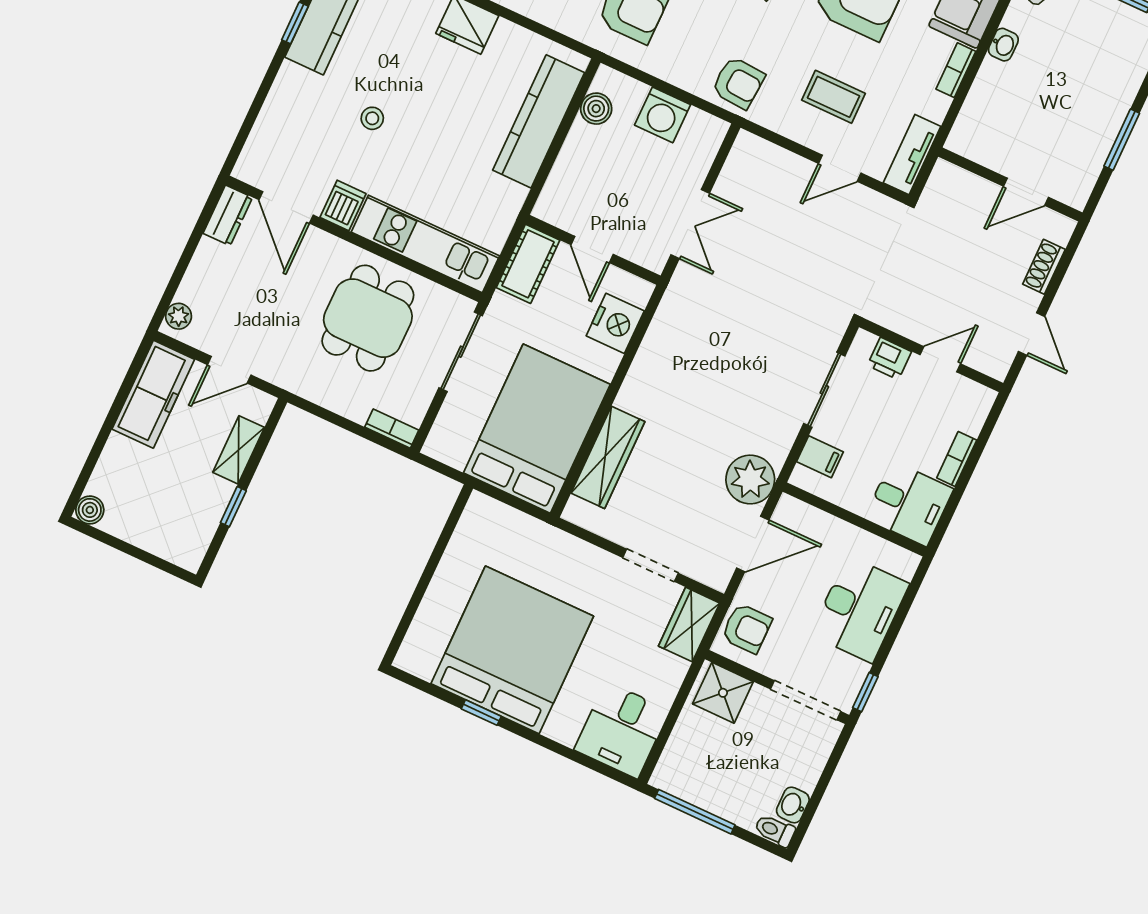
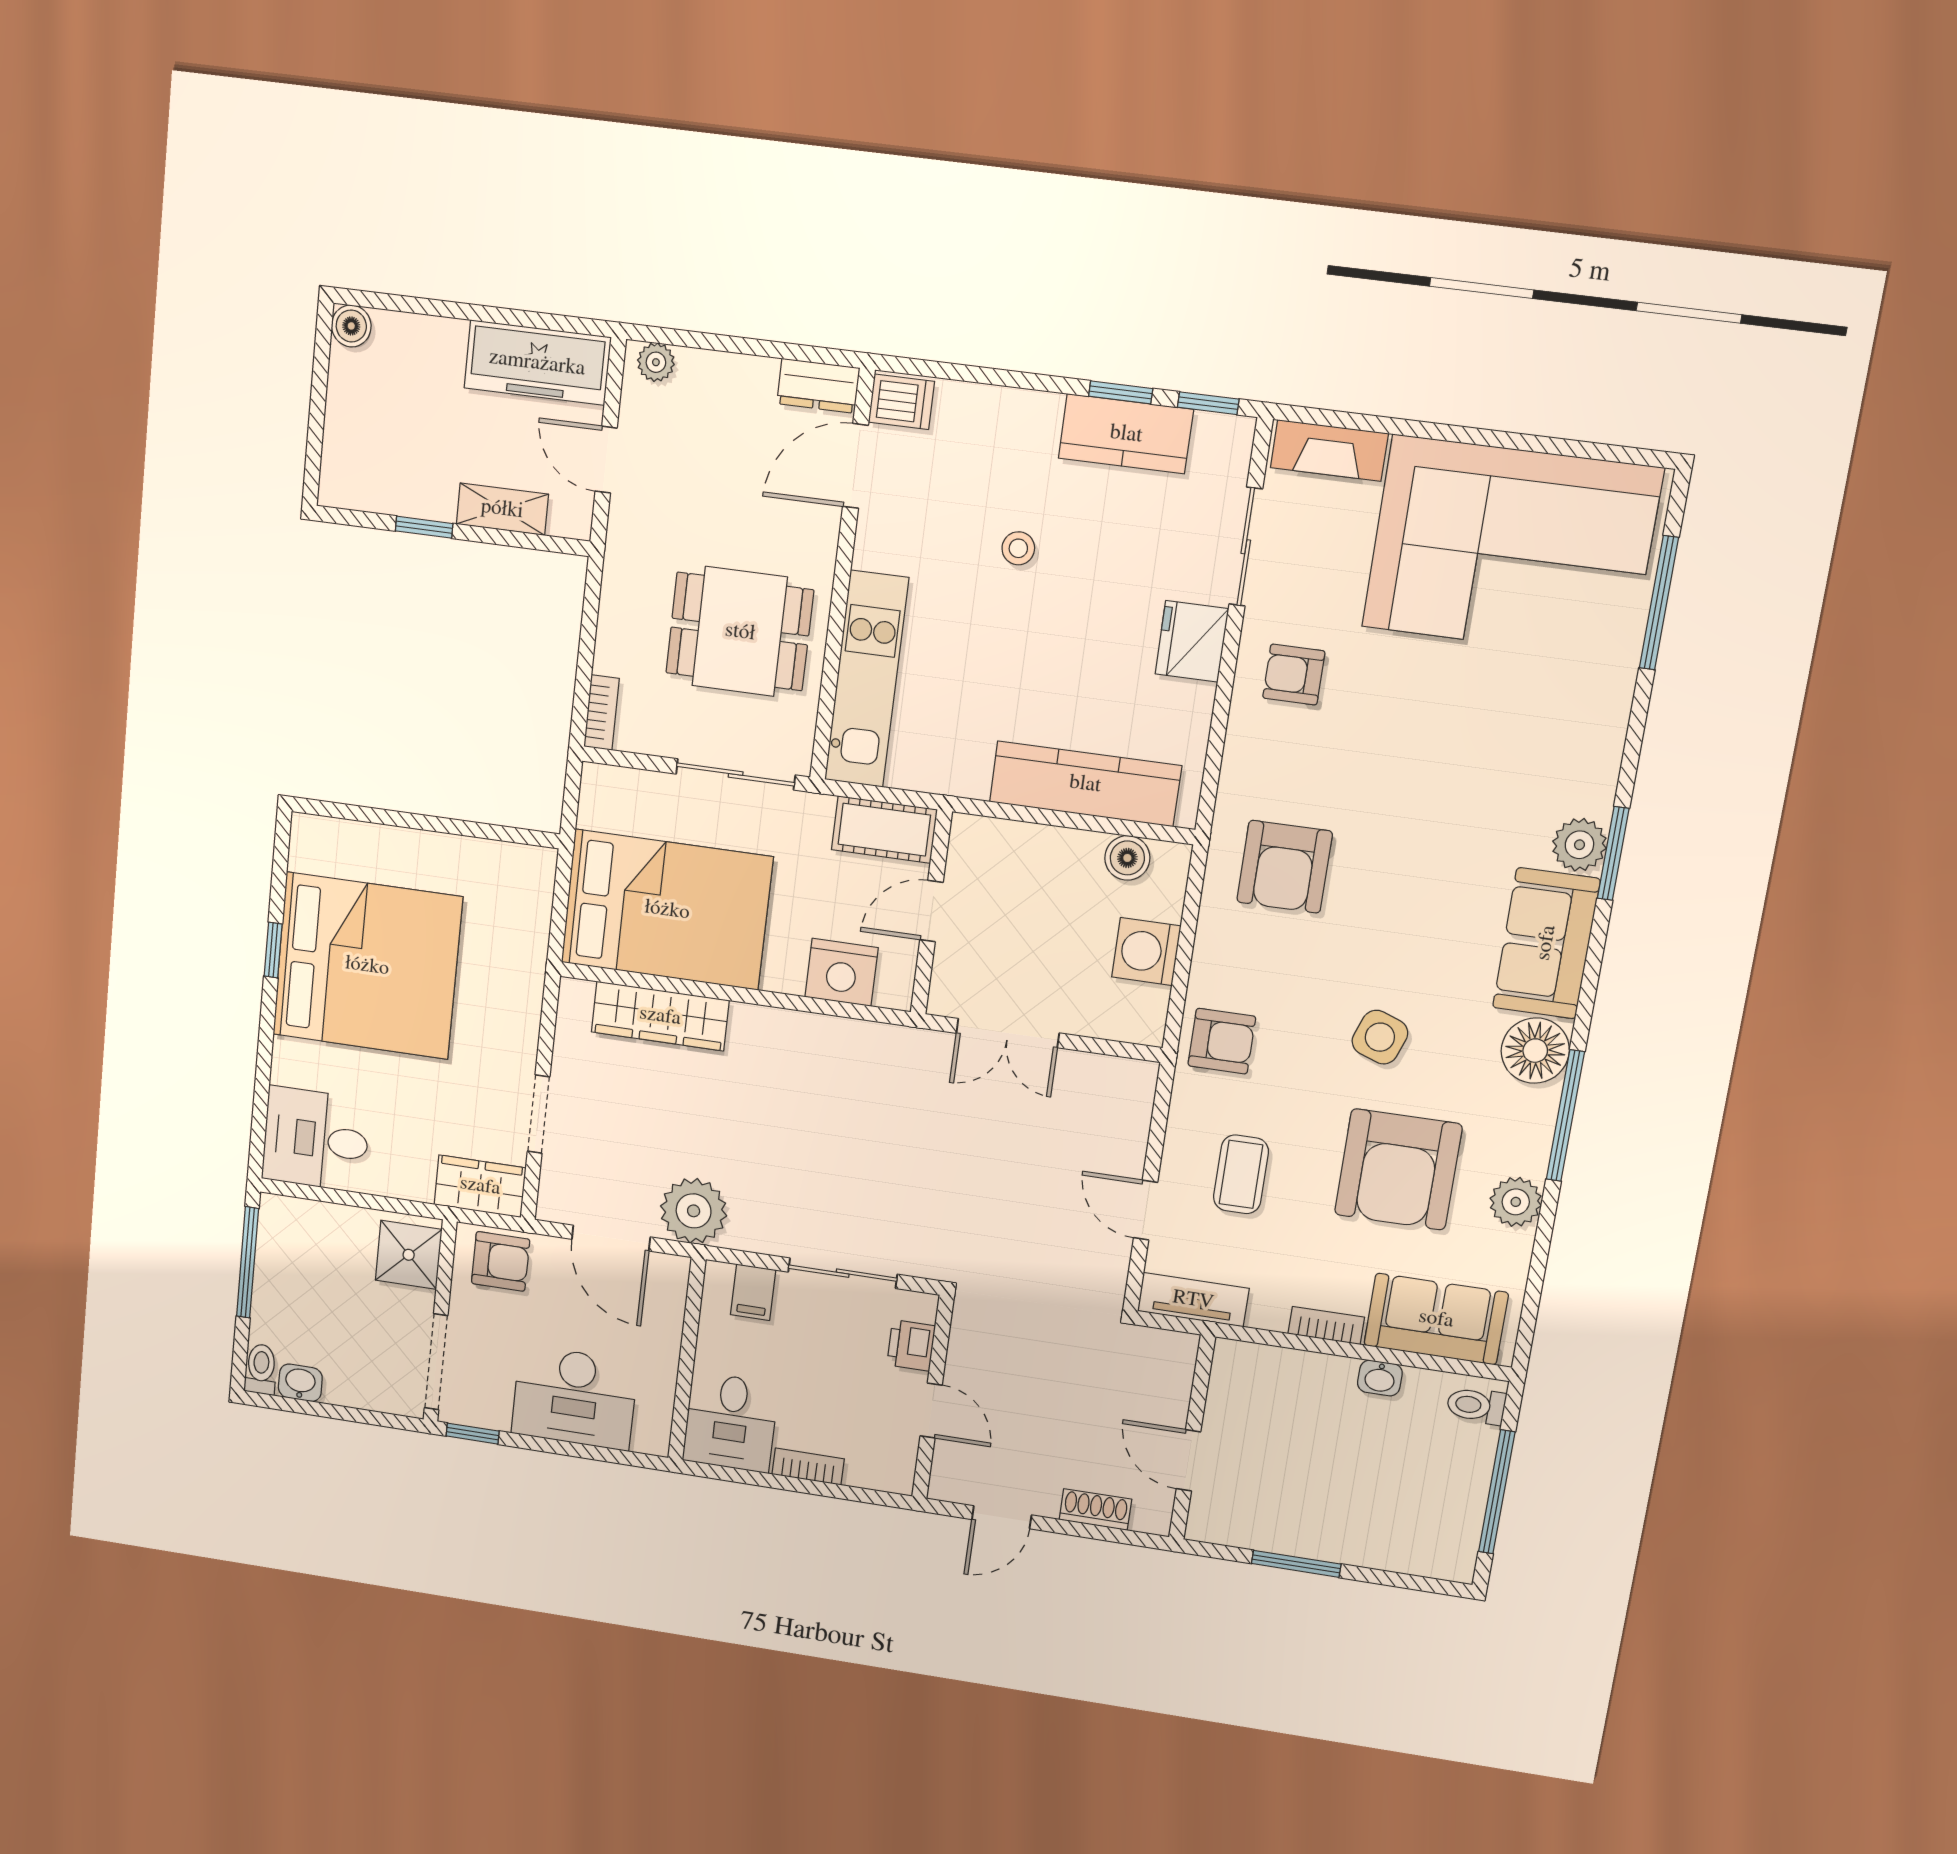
armchair: (738, 83) -> (1222, 1041), turned -94
dishwasher: (343, 205) -> (901, 402), moved
armchair: (747, 628) -> (501, 1261), turned -90

